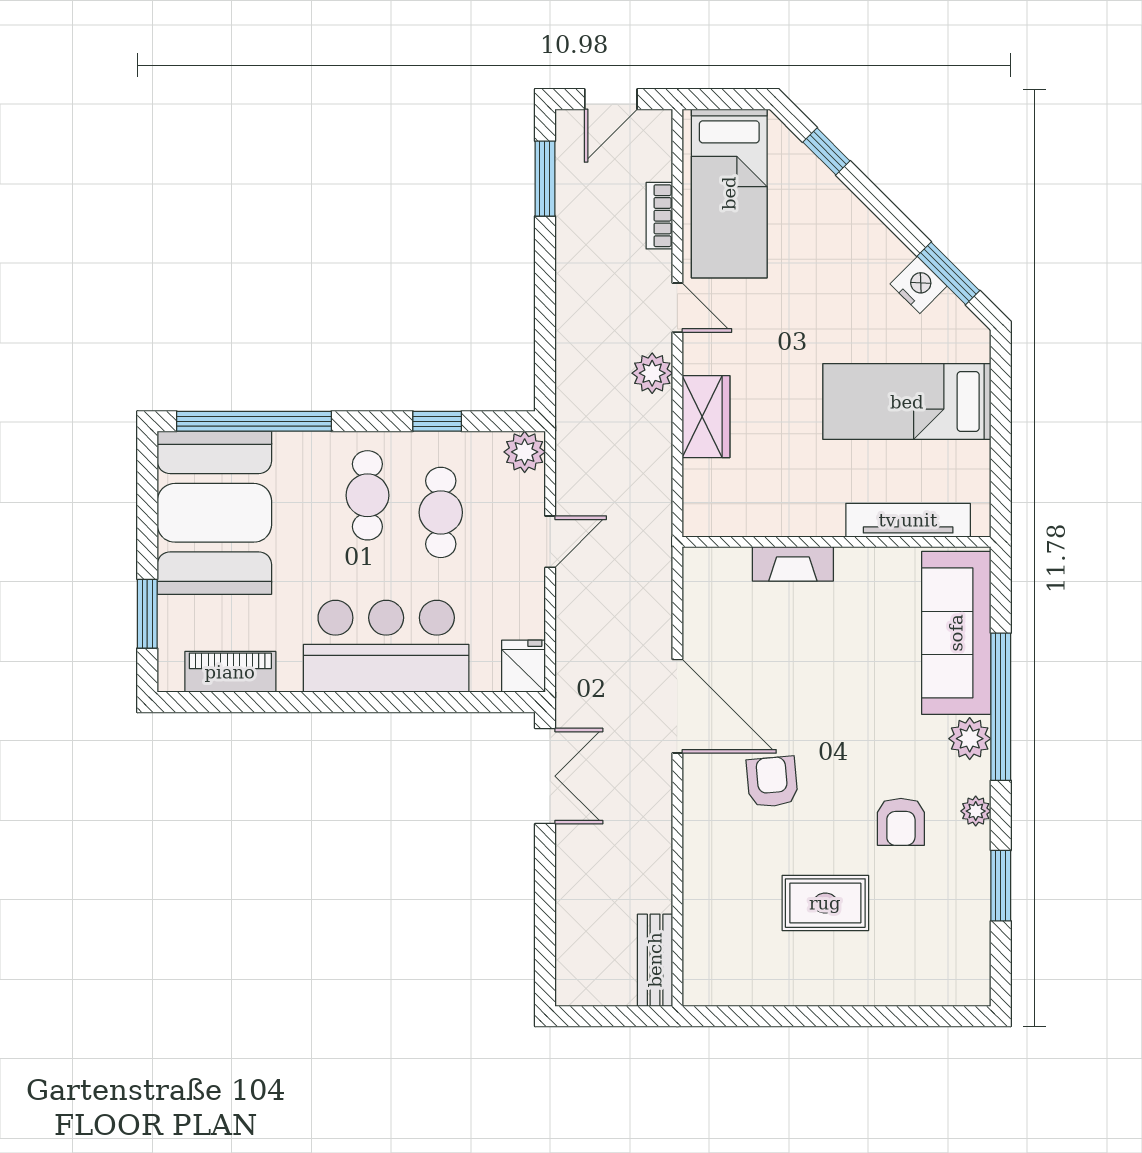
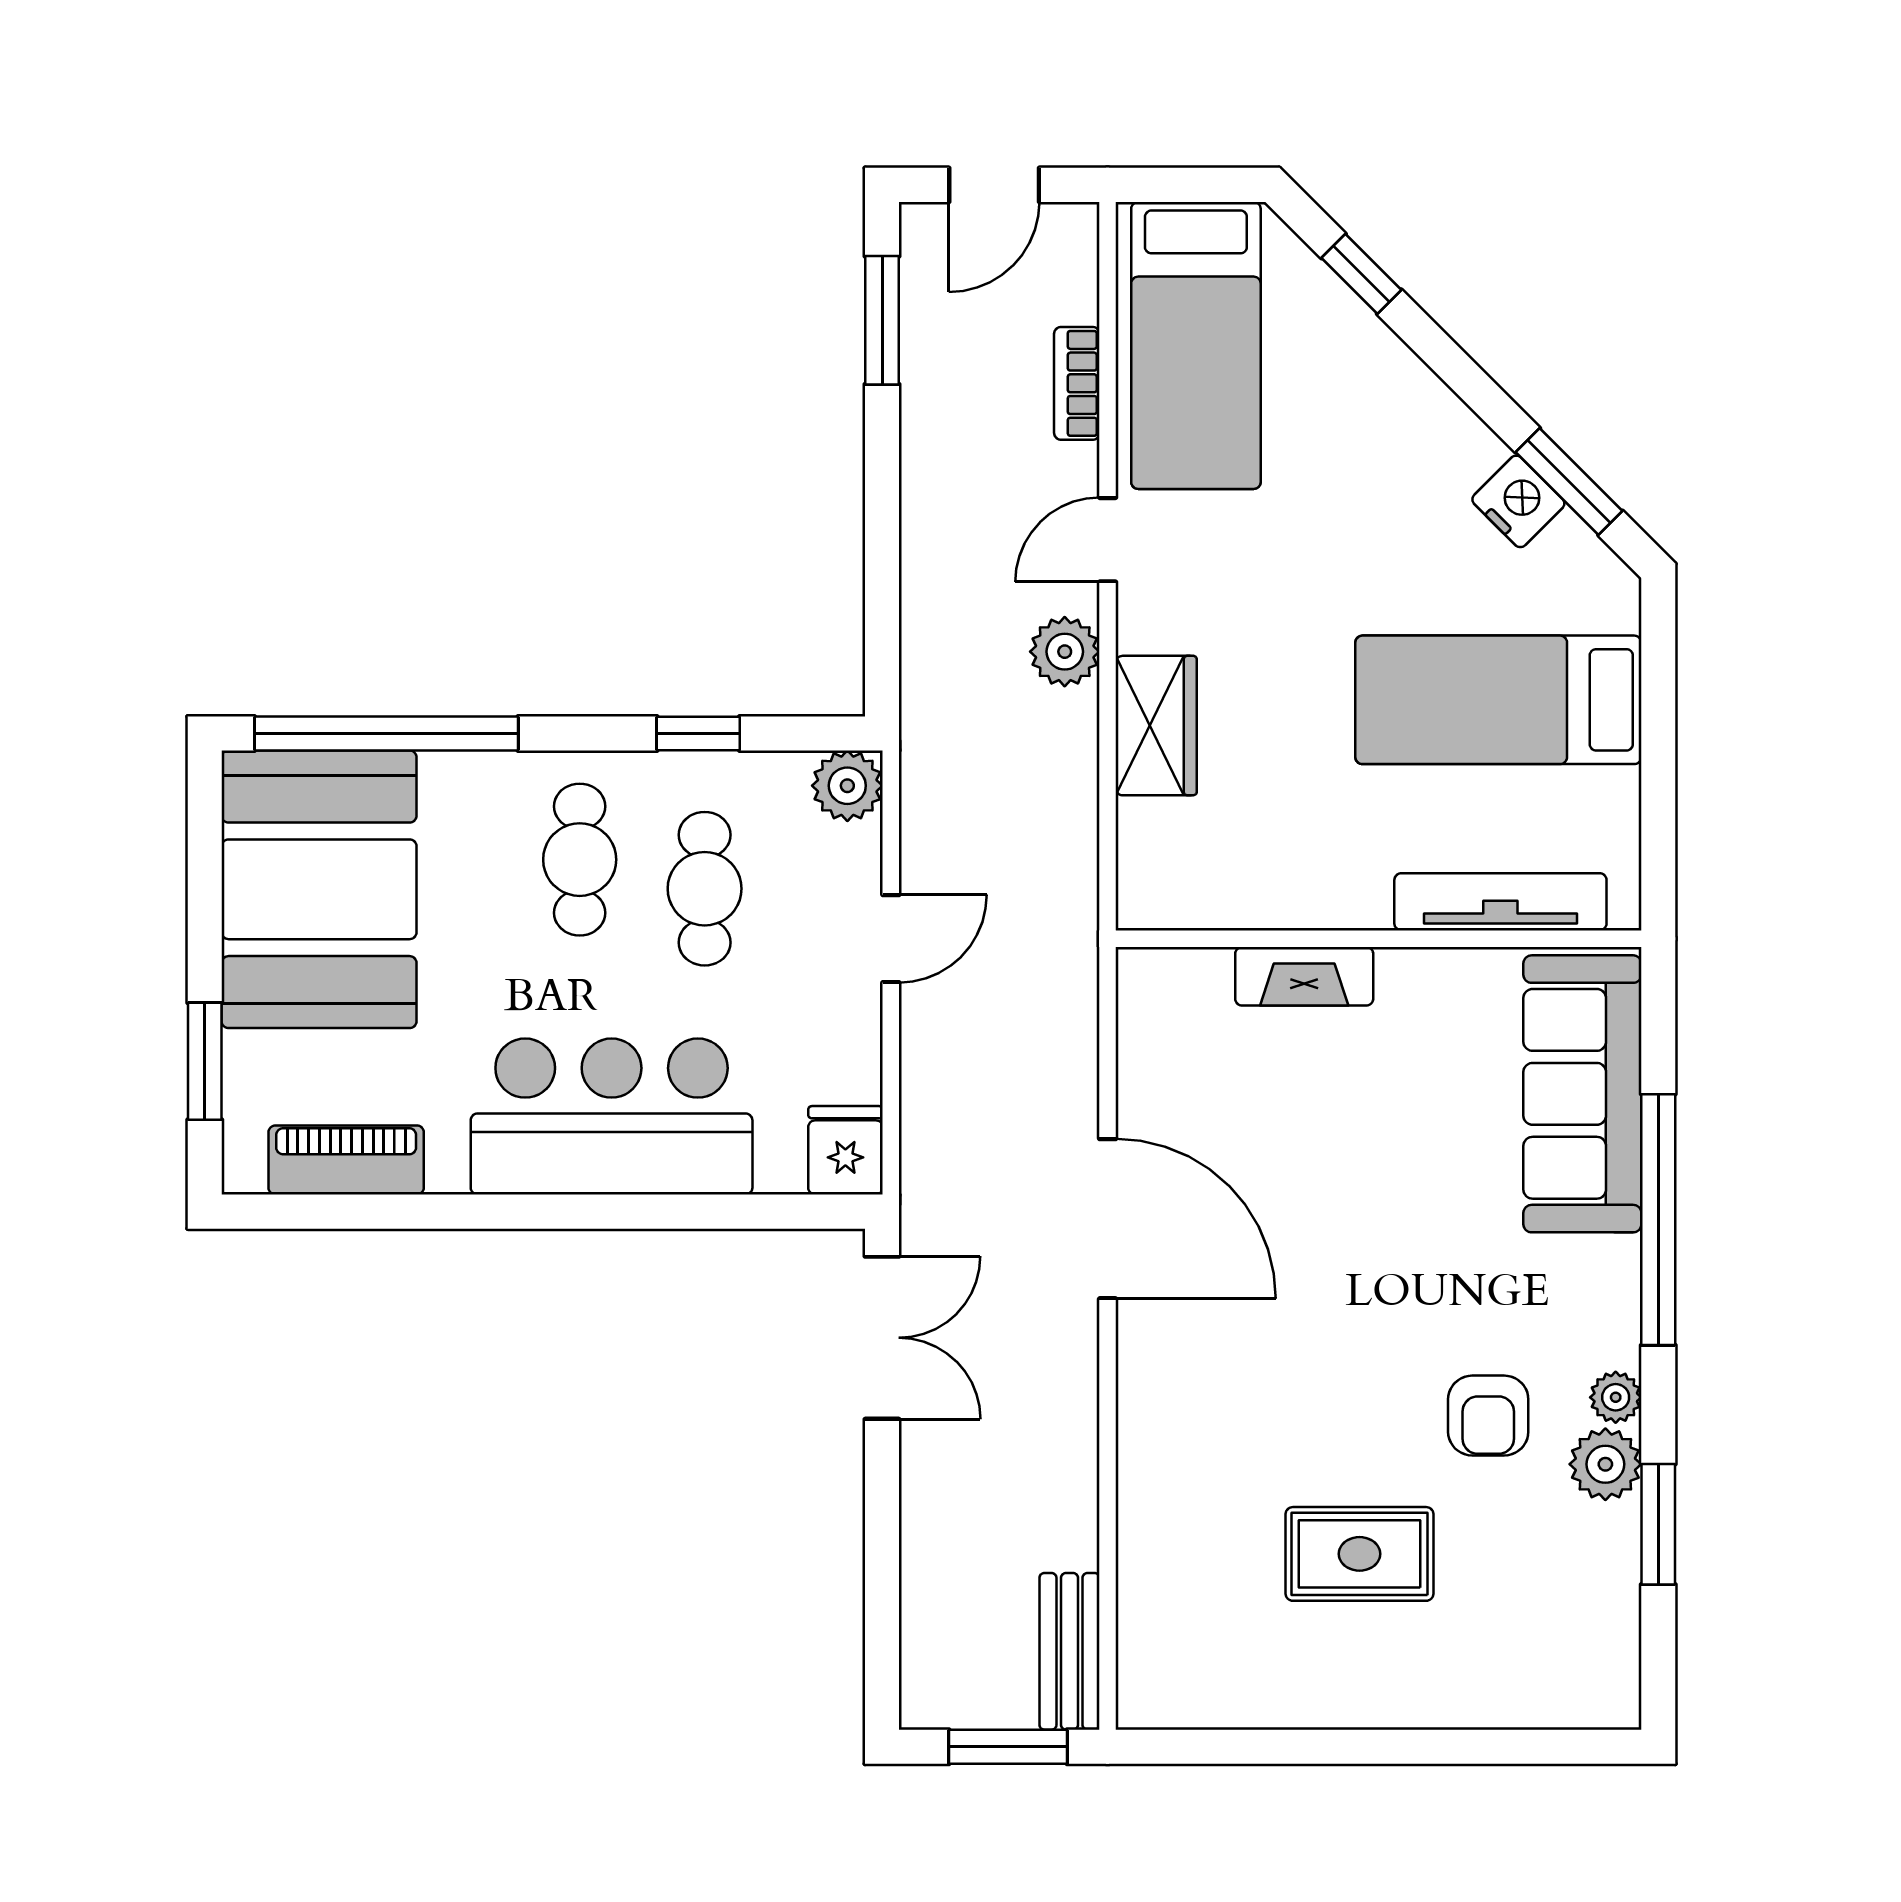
door: (677, 308) -> (1108, 540), swing flipped
plant: (970, 739) -> (1605, 1464), moved
armchair: (772, 782) -> (1269, 1348), removed
window: (619, 1016) -> (1008, 1747), added

